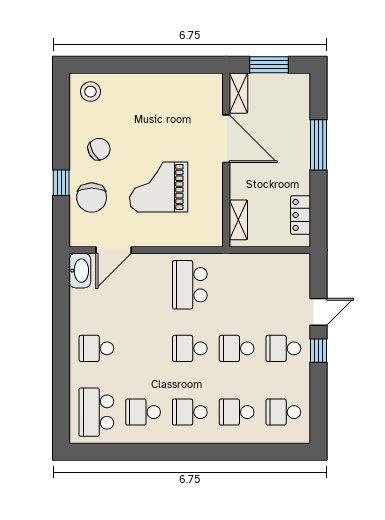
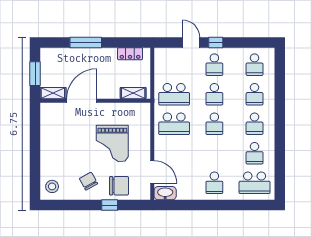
school desk: (237, 285) -> (174, 94), added

